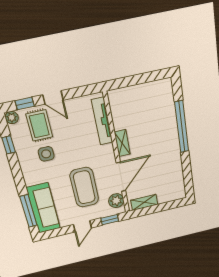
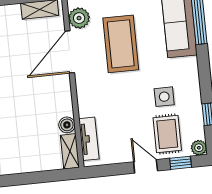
tv unit: (102, 121) -> (89, 139), width x0.71
boiler: (119, 123) -> (67, 125), added
shelving: (122, 143) -> (70, 151), moved

